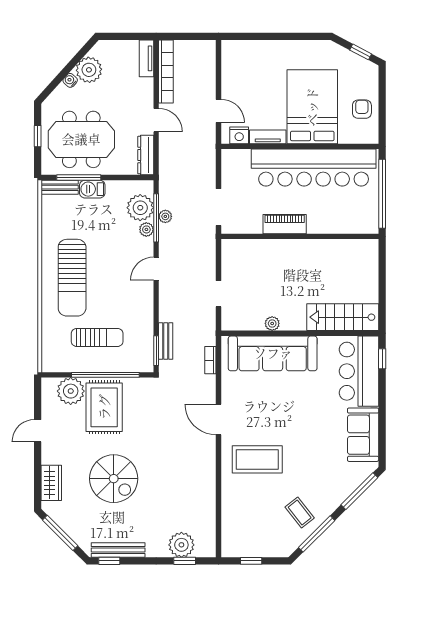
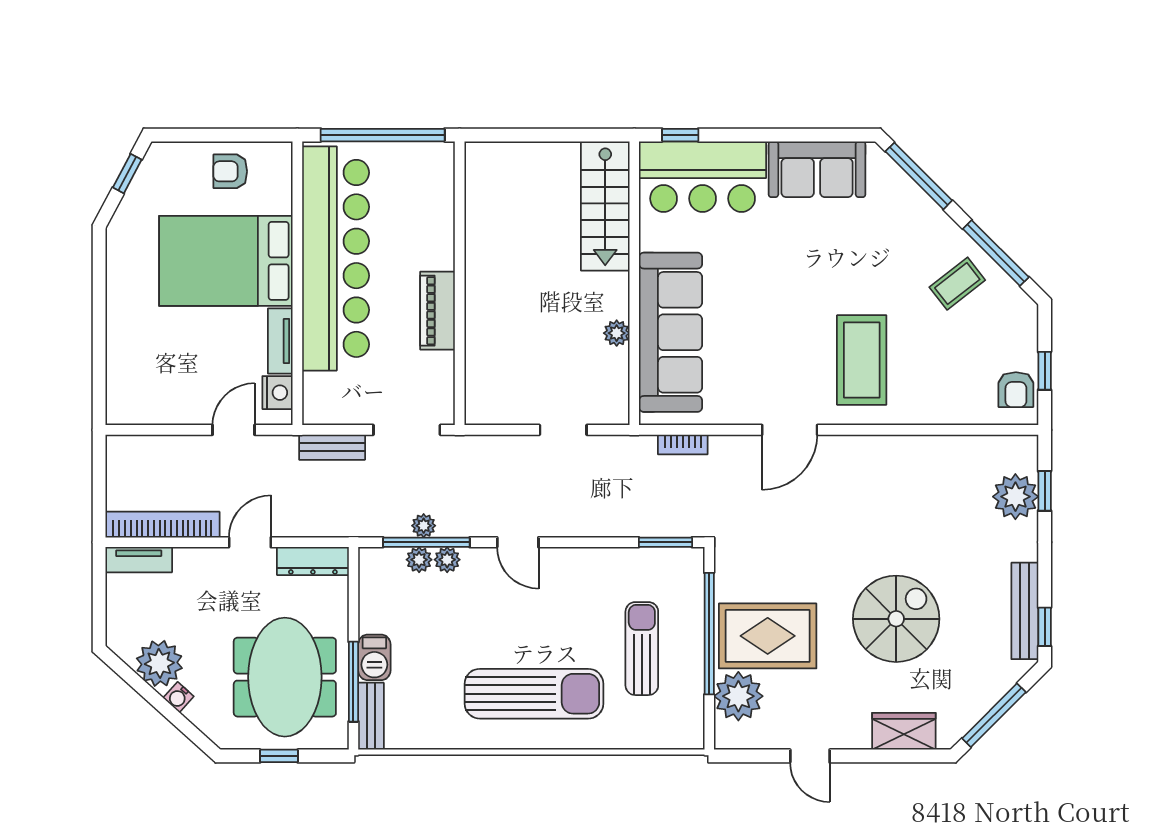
plant: (140, 208) -> (419, 560), width x0.53, depth x0.53
bench: (166, 341) -> (332, 447), moved
armchair: (241, 545) -> (1016, 390), added

